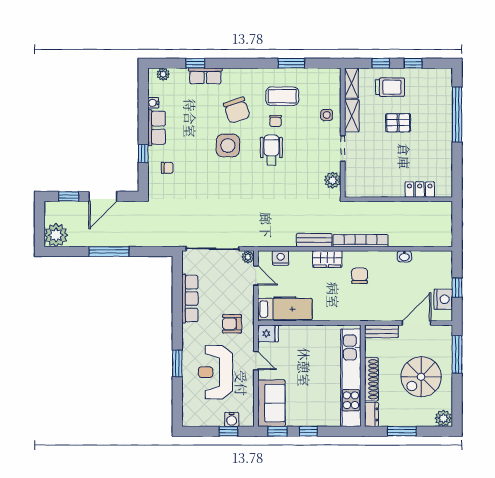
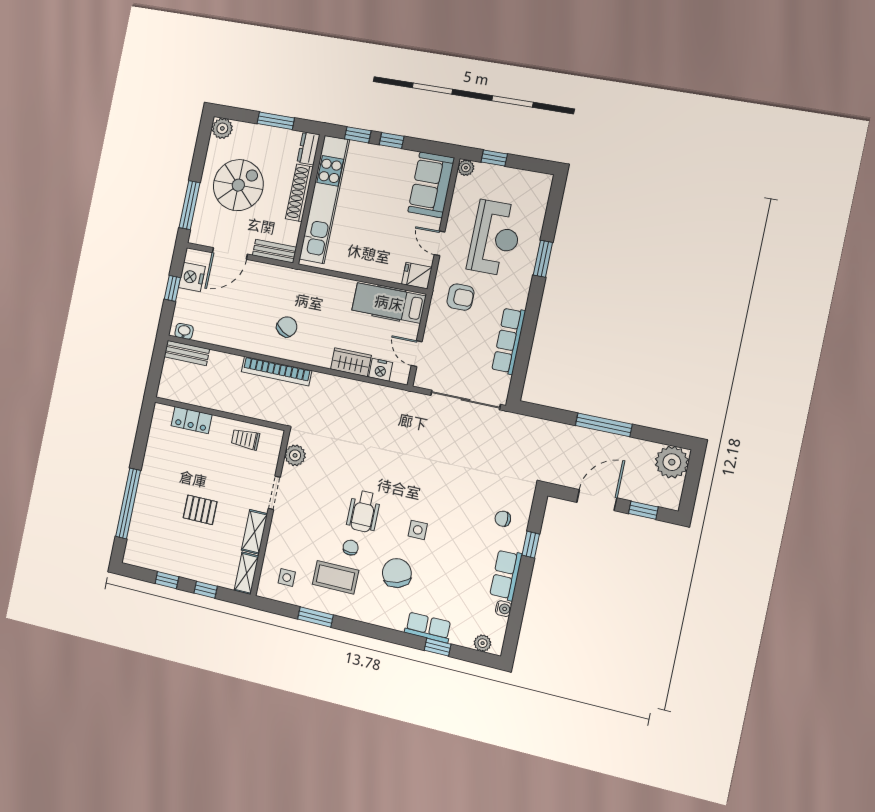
trolley: (390, 87) -> (245, 439), moved, width x0.73, depth x0.72
side table: (327, 115) -> (287, 578), moved
side table: (228, 146) -> (418, 530), width x0.54, depth x0.54
bench: (314, 240) -> (187, 353), moved
washbasin: (404, 256) -> (184, 331), moved
plant: (248, 257) -> (466, 168), moved
wardrobe: (327, 259) -> (351, 362), moved
chair: (360, 276) -> (287, 327), turned -147
water cooler: (232, 419) -> (487, 173), removed
window: (277, 431) -> (358, 135), moved

